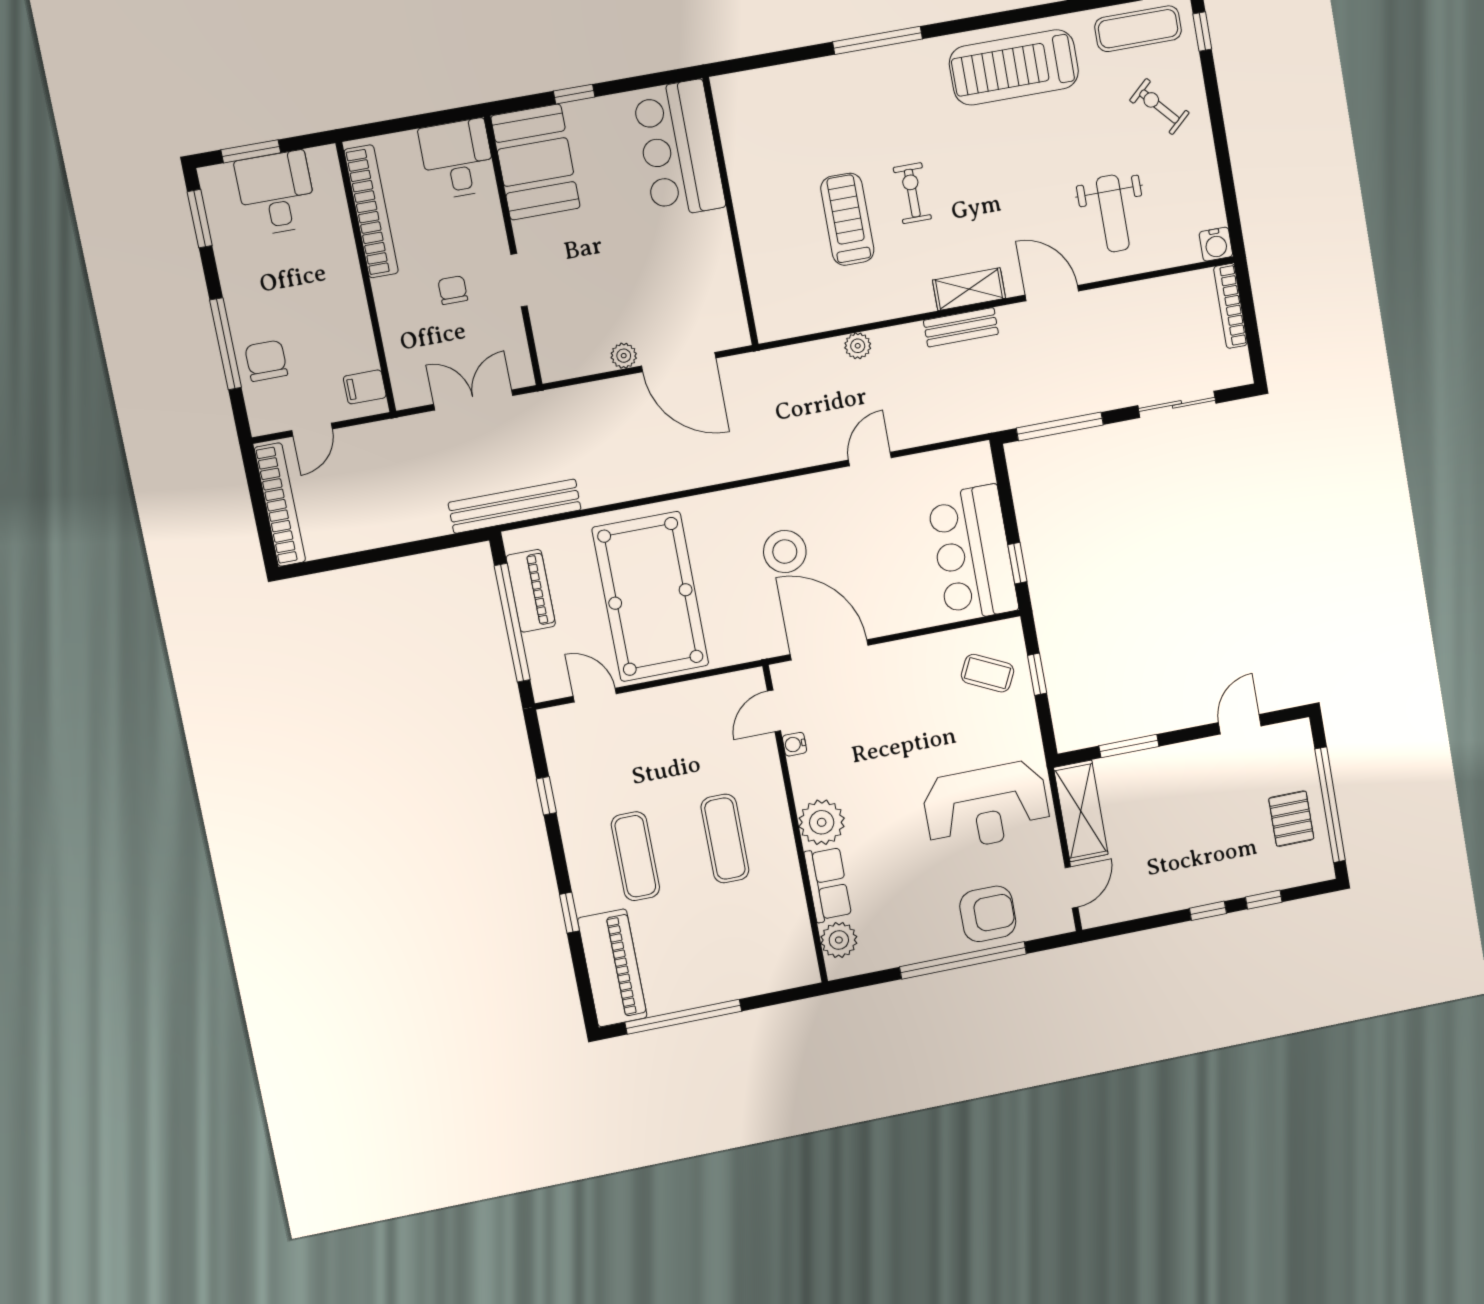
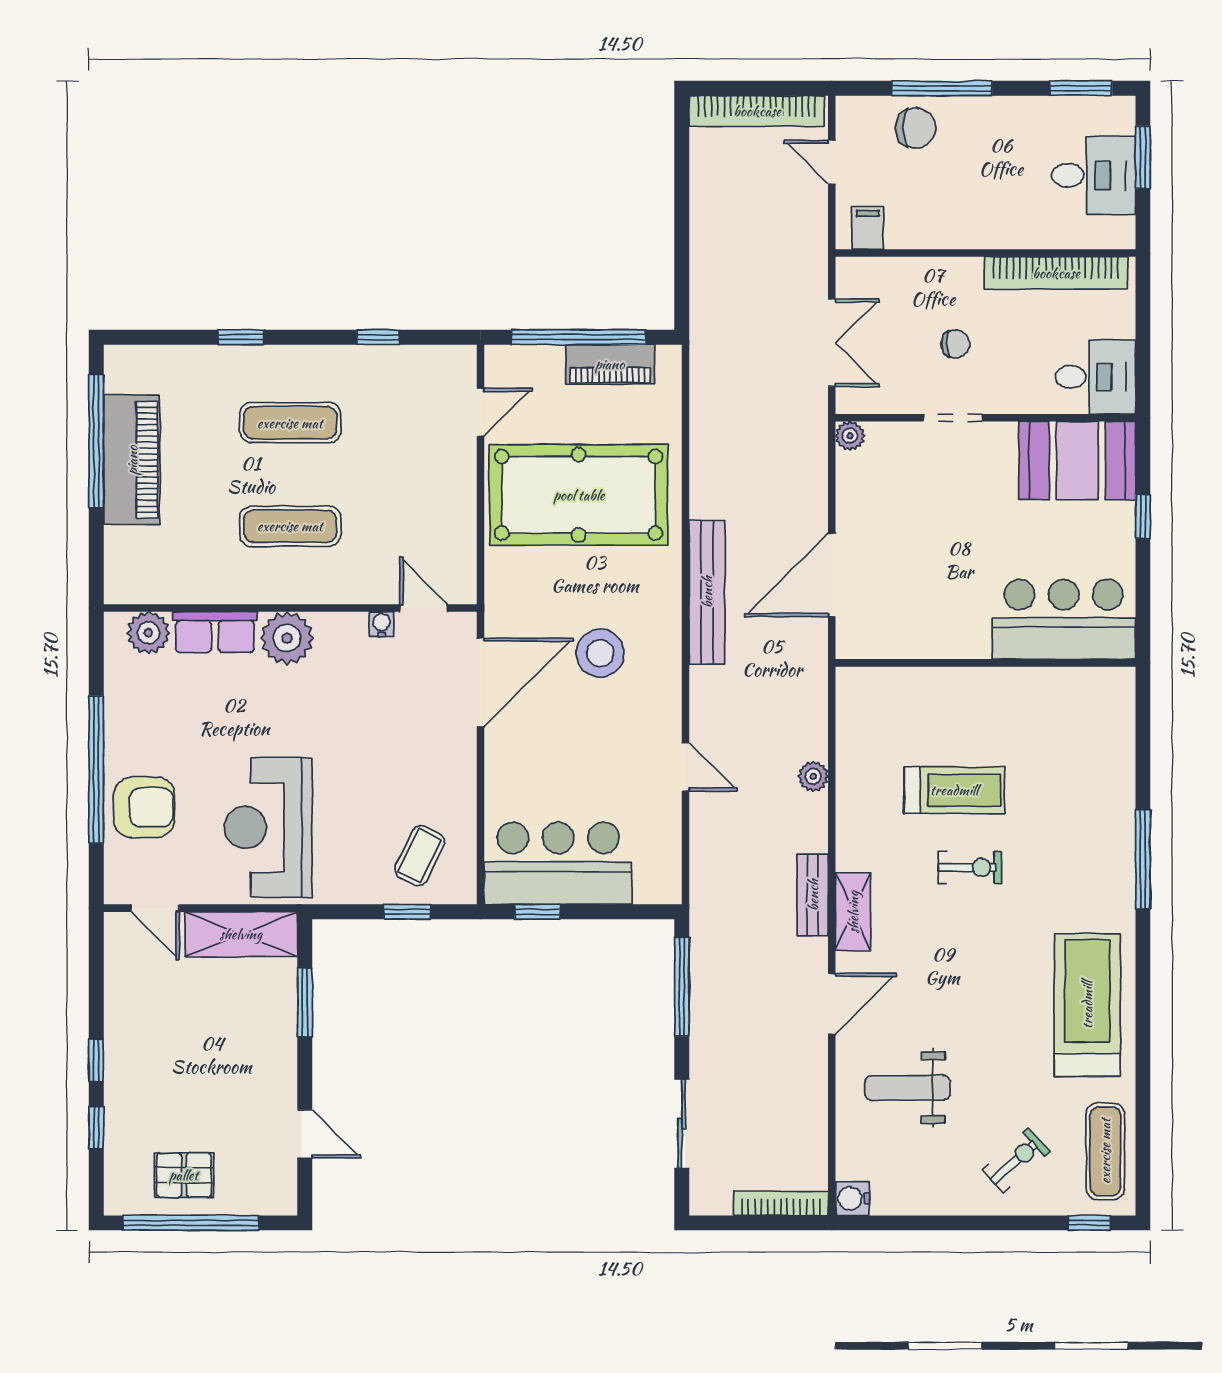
plant: (624, 356) -> (850, 436), moved
bench: (515, 506) -> (707, 592), moved
armchair: (988, 914) -> (144, 807), turned -90
piano: (612, 968) -> (132, 460), moved, turned -90

